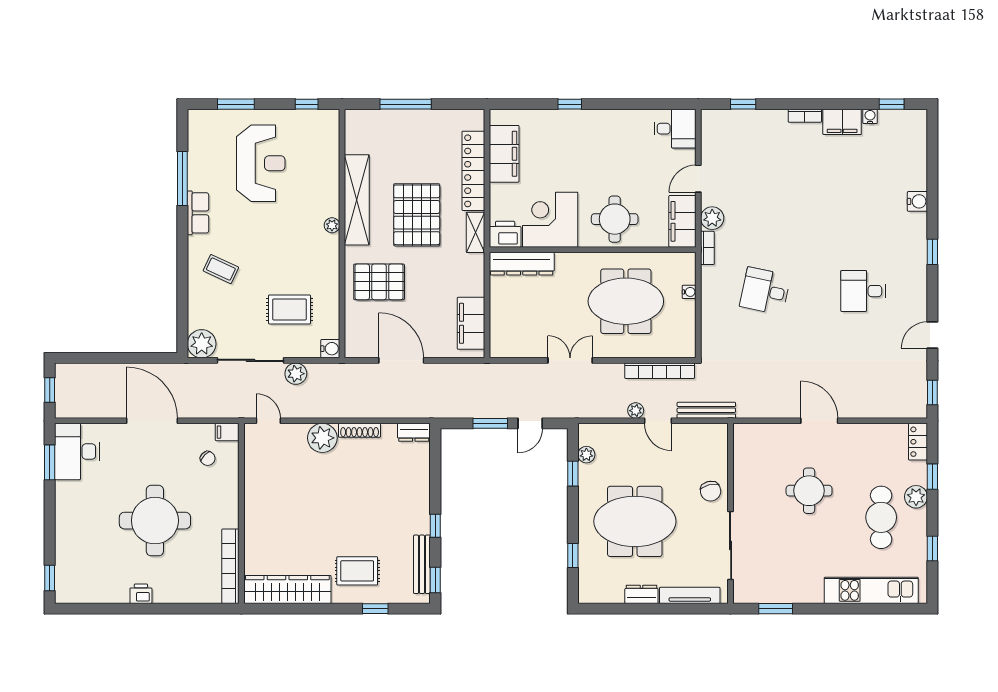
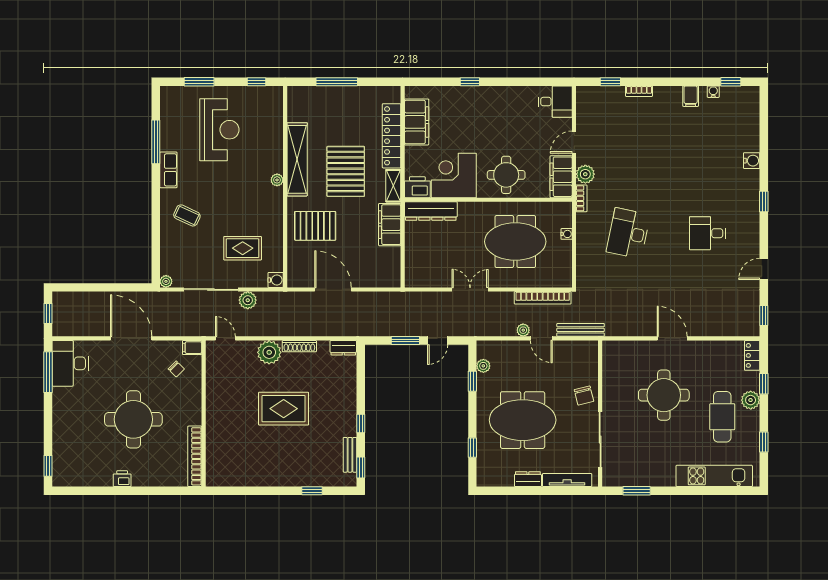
bookcase: (805, 116) -> (639, 91), moved
filing cabinet: (842, 122) -> (691, 96), width x0.50
desk: (765, 291) -> (628, 233), width x1.37
filing cabinet: (471, 323) -> (390, 225), moved
plant: (202, 344) -> (166, 281), width x0.53, depth x0.53
window: (50, 462) -> (48, 372), width x1.44
round table: (809, 491) -> (664, 395), width x1.36, depth x1.36
bench: (422, 564) -> (350, 455), width x0.73
rug: (357, 571) -> (284, 409), moved, width x1.36, depth x1.43
wardrobe: (287, 589) -> (241, 475), removed

